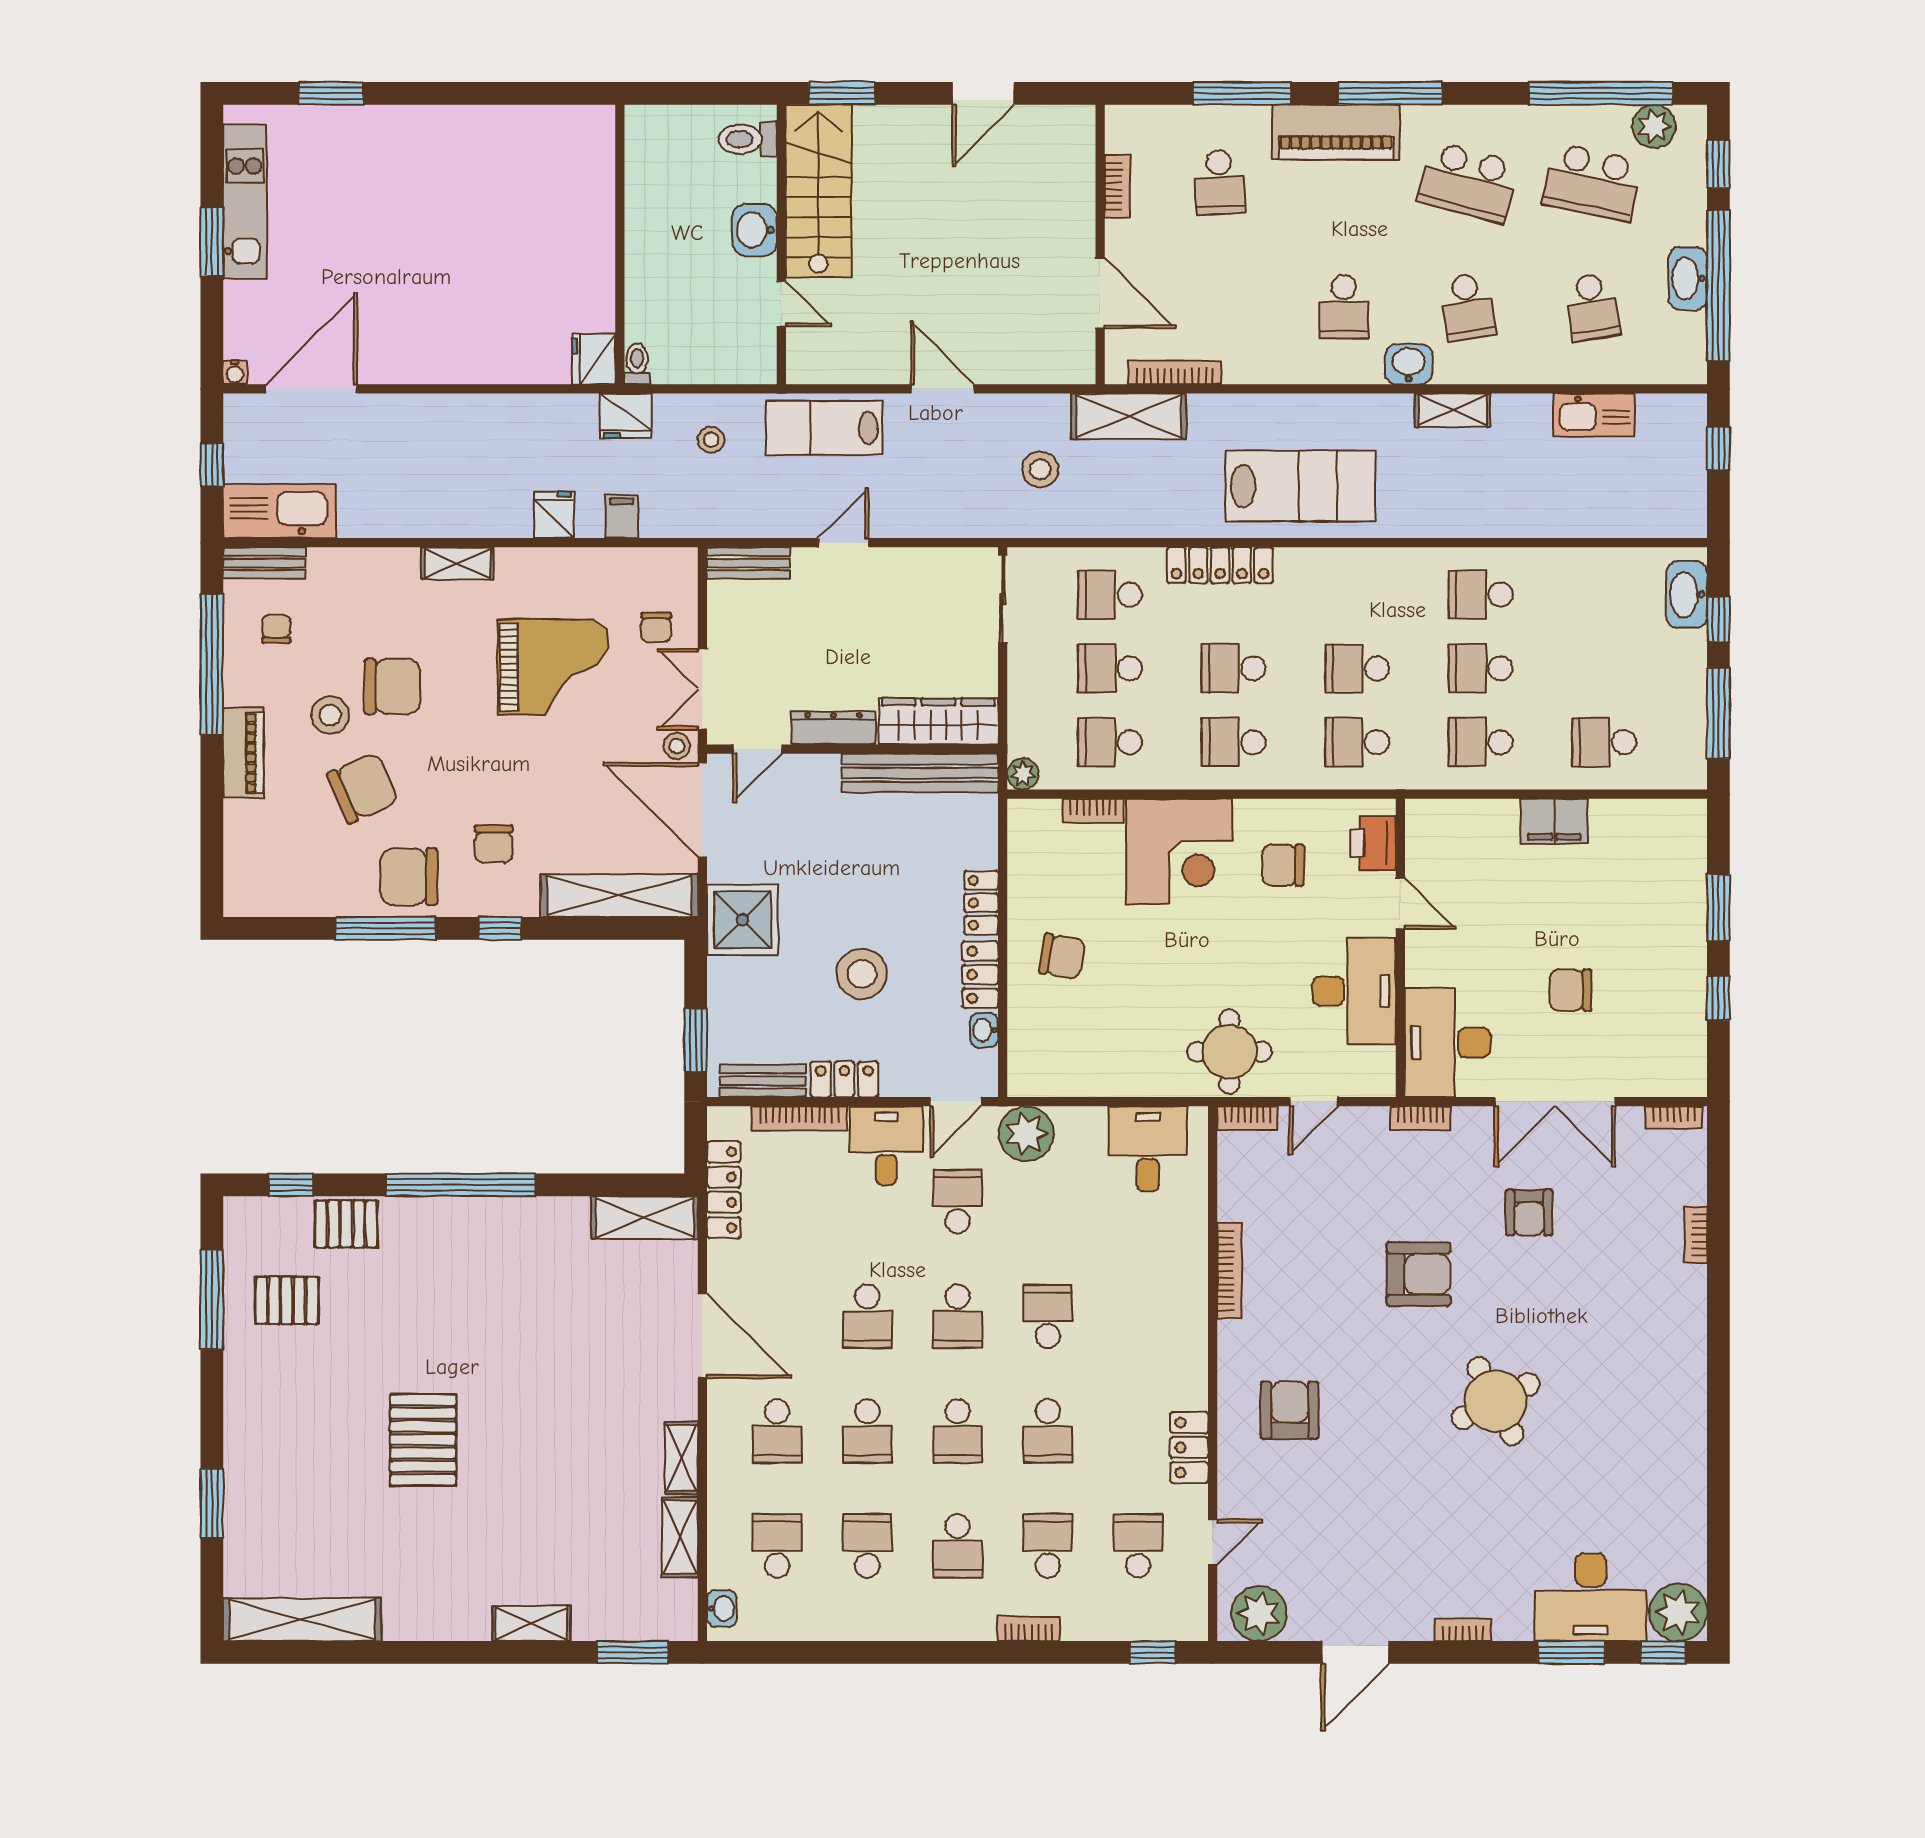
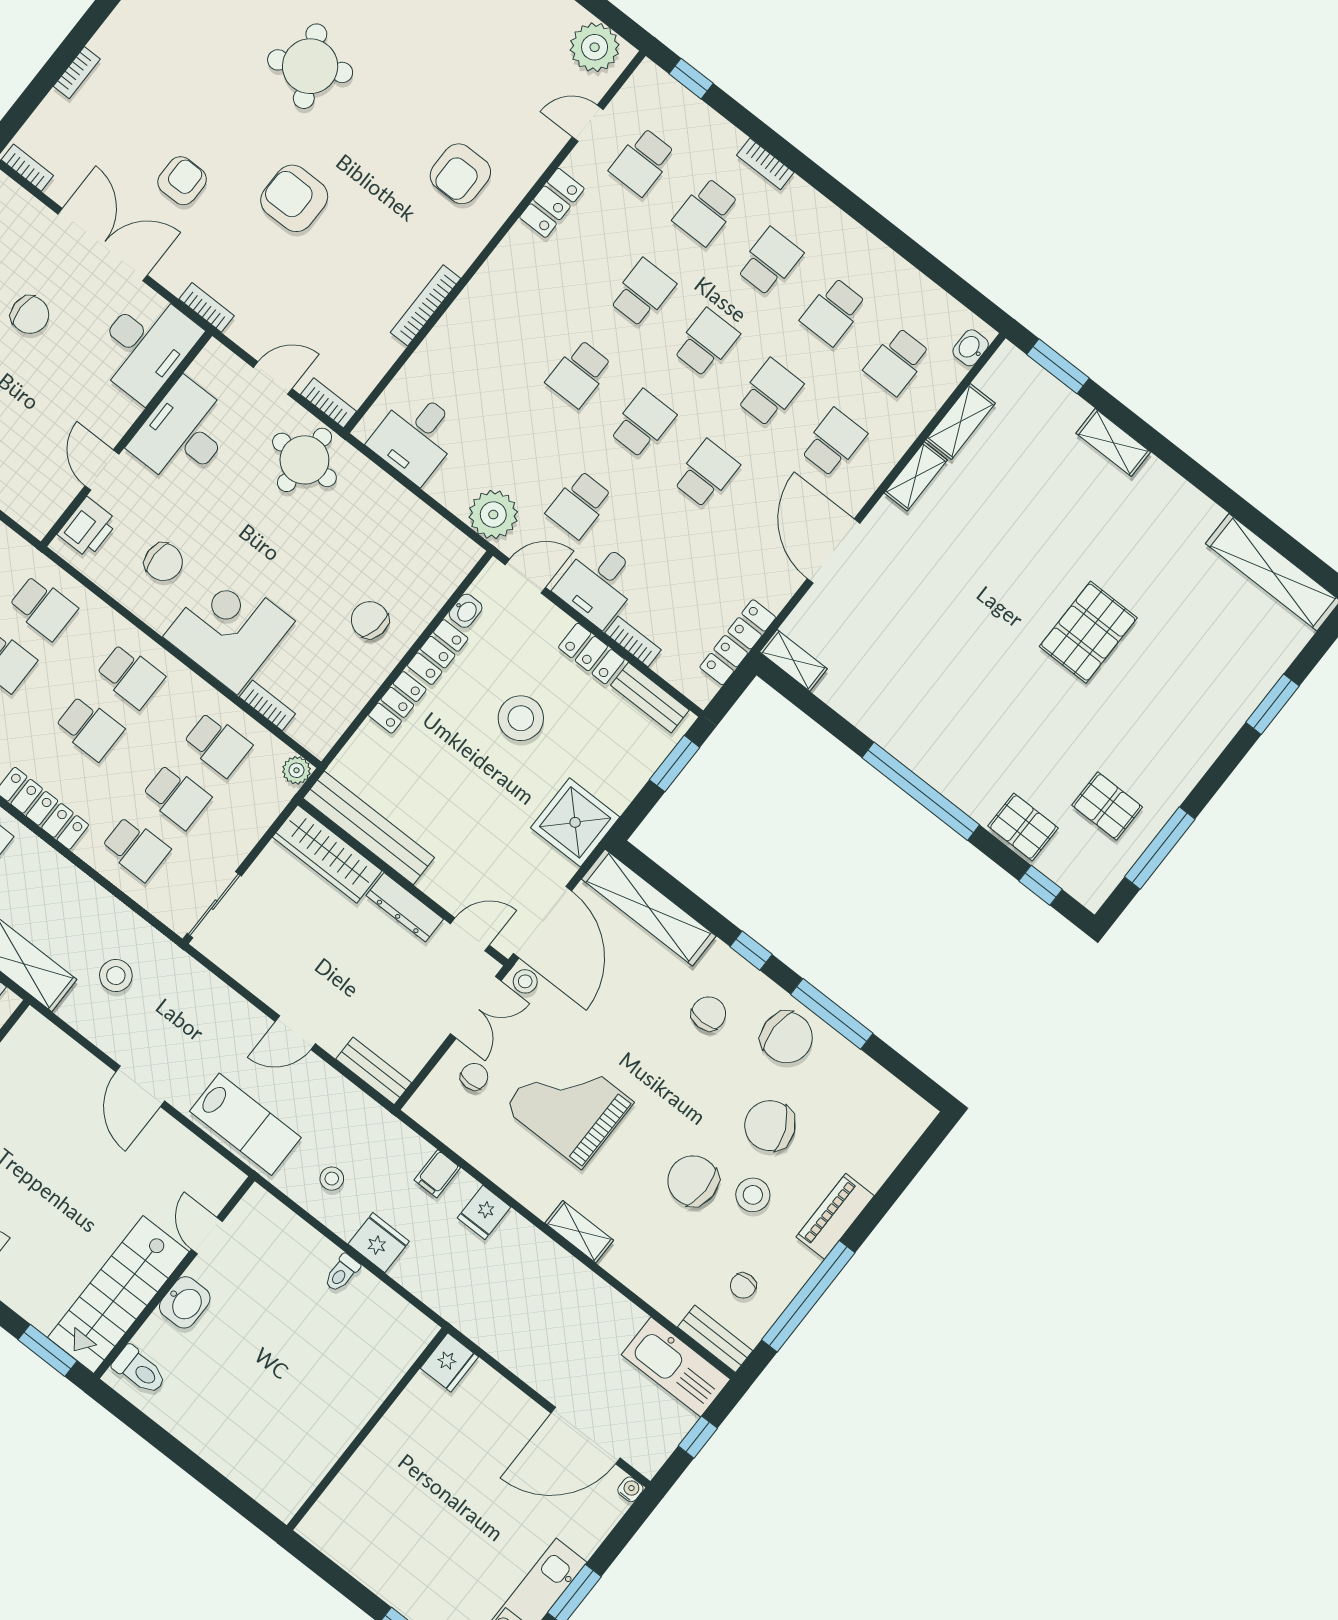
wall: (620, 244) -> (367, 1429), moved
fridge: (594, 359) -> (449, 1363), moved
bookcase: (799, 1118) -> (633, 641), width x0.64
shelving: (645, 1218) -> (793, 660), width x0.67, depth x0.75

